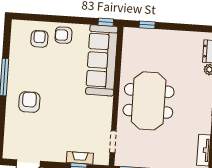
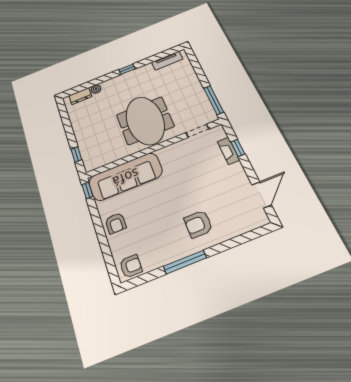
armchair: (39, 39) -> (131, 266), moved, turned 180
meeting table: (149, 101) -> (145, 121), turned 90

